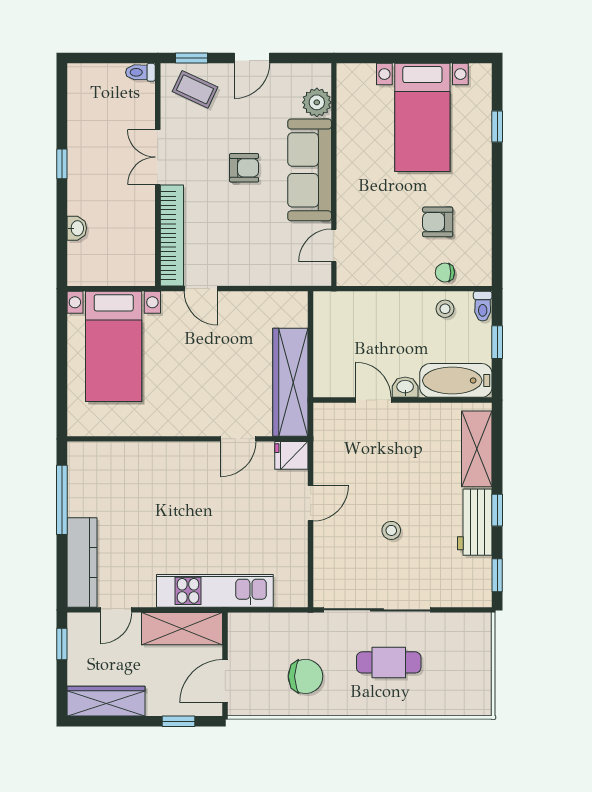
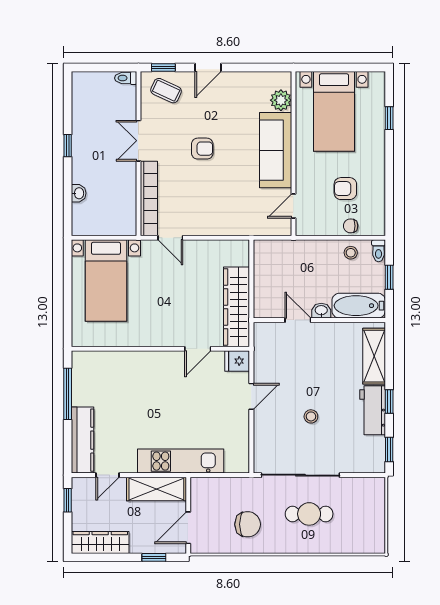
plant: (317, 102) -> (281, 100), moved
sofa: (310, 170) -> (276, 150), moved
wall: (334, 175) -> (293, 154), moved
door: (334, 245) -> (293, 206), moved

